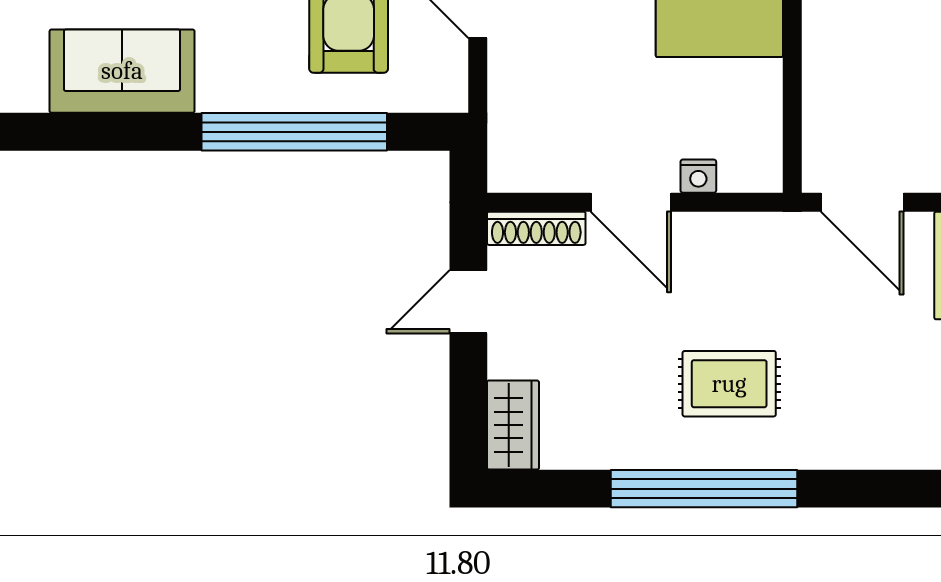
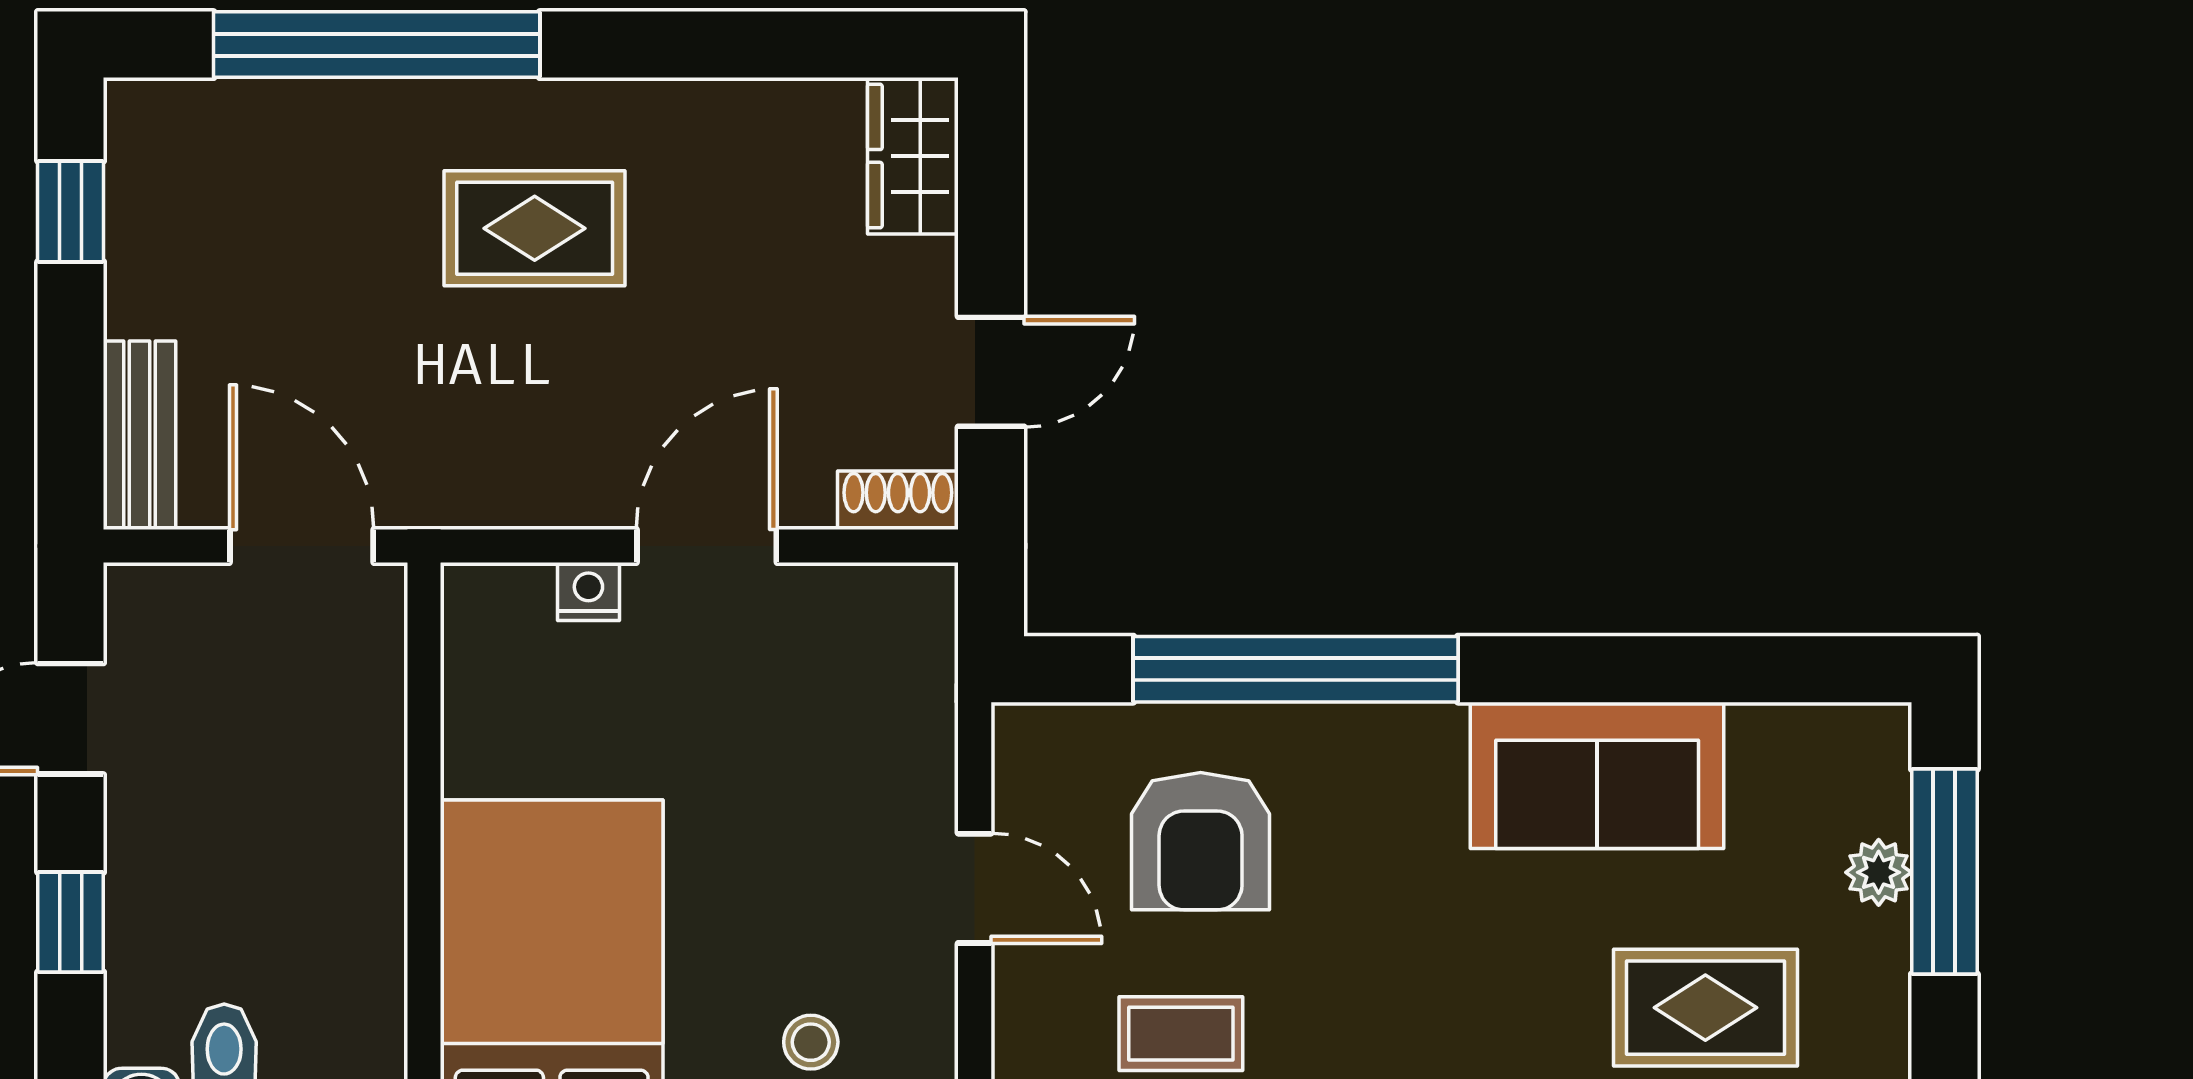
door: (631, 202) -> (707, 546), hinge flipped
shoe rack: (536, 228) -> (898, 500), width x0.70
window: (704, 489) -> (377, 45), moved

